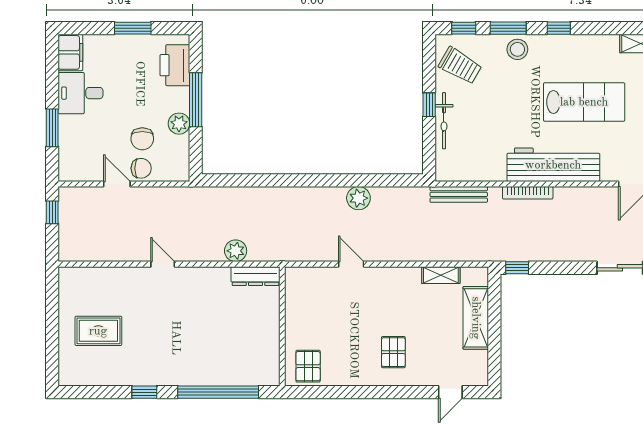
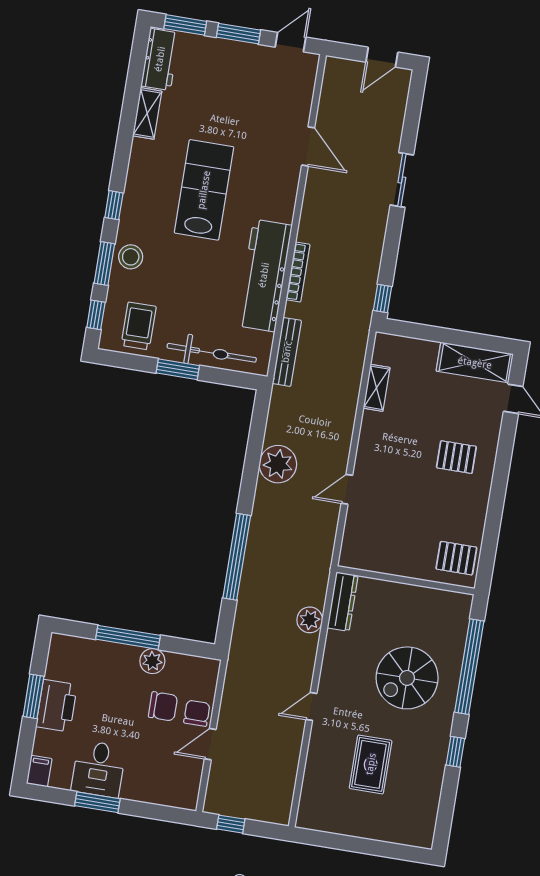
filing cabinet: (70, 52) -> (39, 771), width x0.50
printer: (175, 65) -> (57, 706), moved, turned -90
trolley: (460, 66) -> (139, 326), turned -30
window: (429, 105) -> (178, 369), width x1.50
bicycle: (444, 121) -> (212, 353), width x1.37, depth x1.40
window: (52, 128) -> (97, 802), moved
workbench: (553, 165) -> (264, 275), moved
window: (279, 180) -> (237, 557), added
plant: (358, 198) -> (278, 464), width x1.36, depth x1.36
shelving: (476, 318) -> (475, 363), moved
rug: (98, 331) -> (371, 764), moved
spiral stairs: (200, 341) -> (407, 678), added

